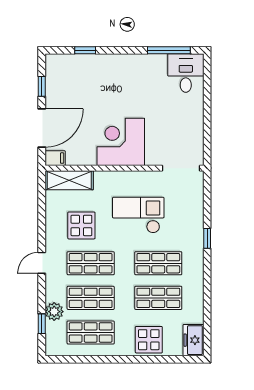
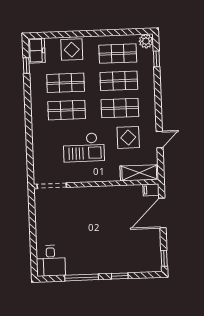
window: (85, 50) -> (120, 276), moved
window: (169, 50) -> (82, 277), moved
window: (42, 86) -> (164, 258), moved
corner desk: (121, 142) -> (100, 205), removed
window: (207, 238) -> (26, 66), moved
door: (42, 263) -> (160, 139), moved
plant: (54, 312) -> (146, 41), moved

